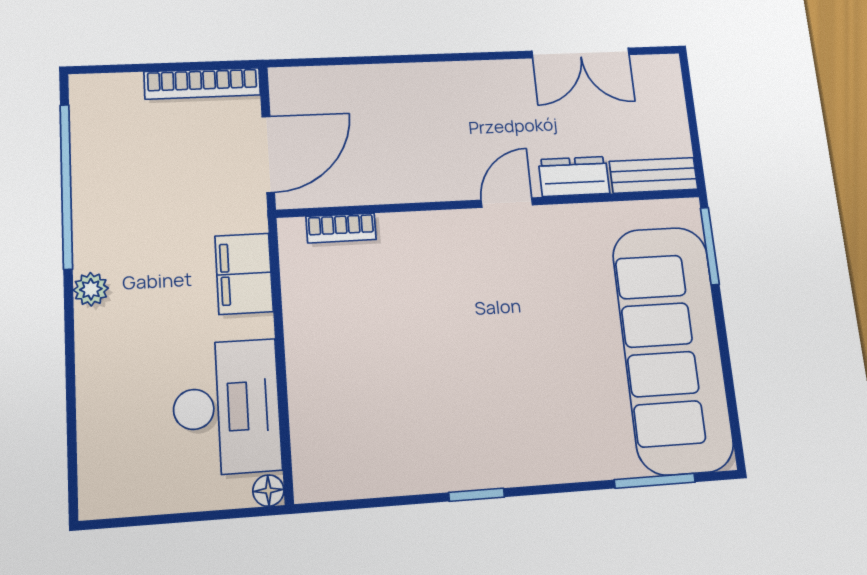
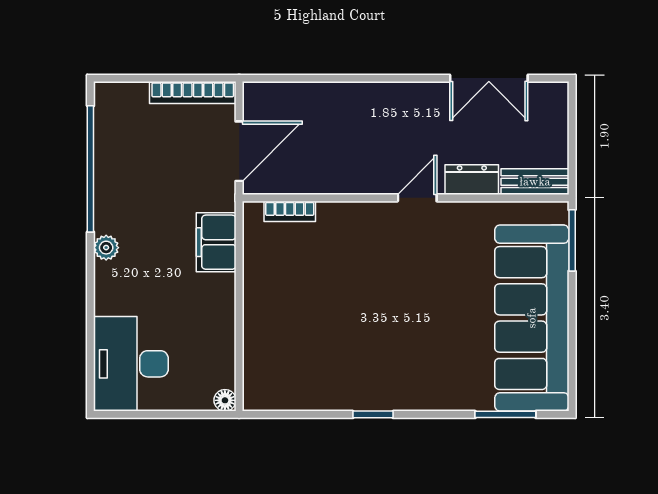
desk: (226, 407) -> (131, 364), moved, turned 180

